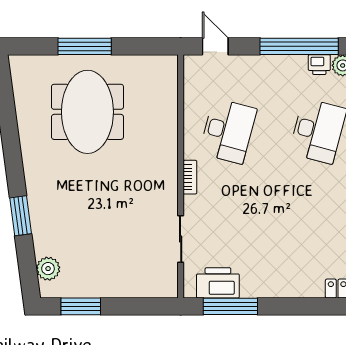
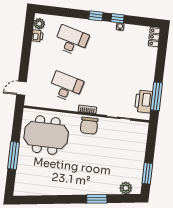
window: (299, 46) -> (27, 45), removed
meeting table: (87, 112) -> (46, 135), moved
chair: (159, 184) -> (89, 126), added

